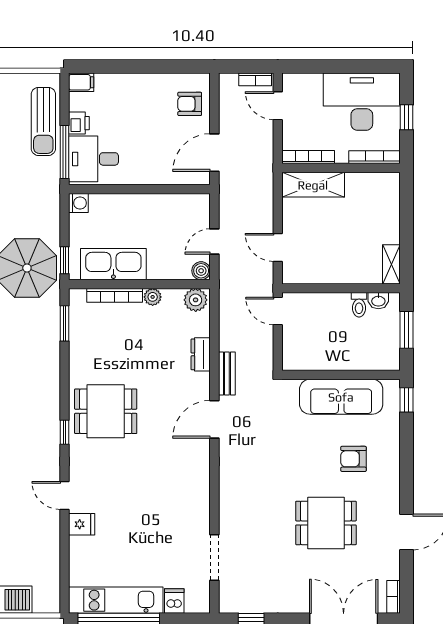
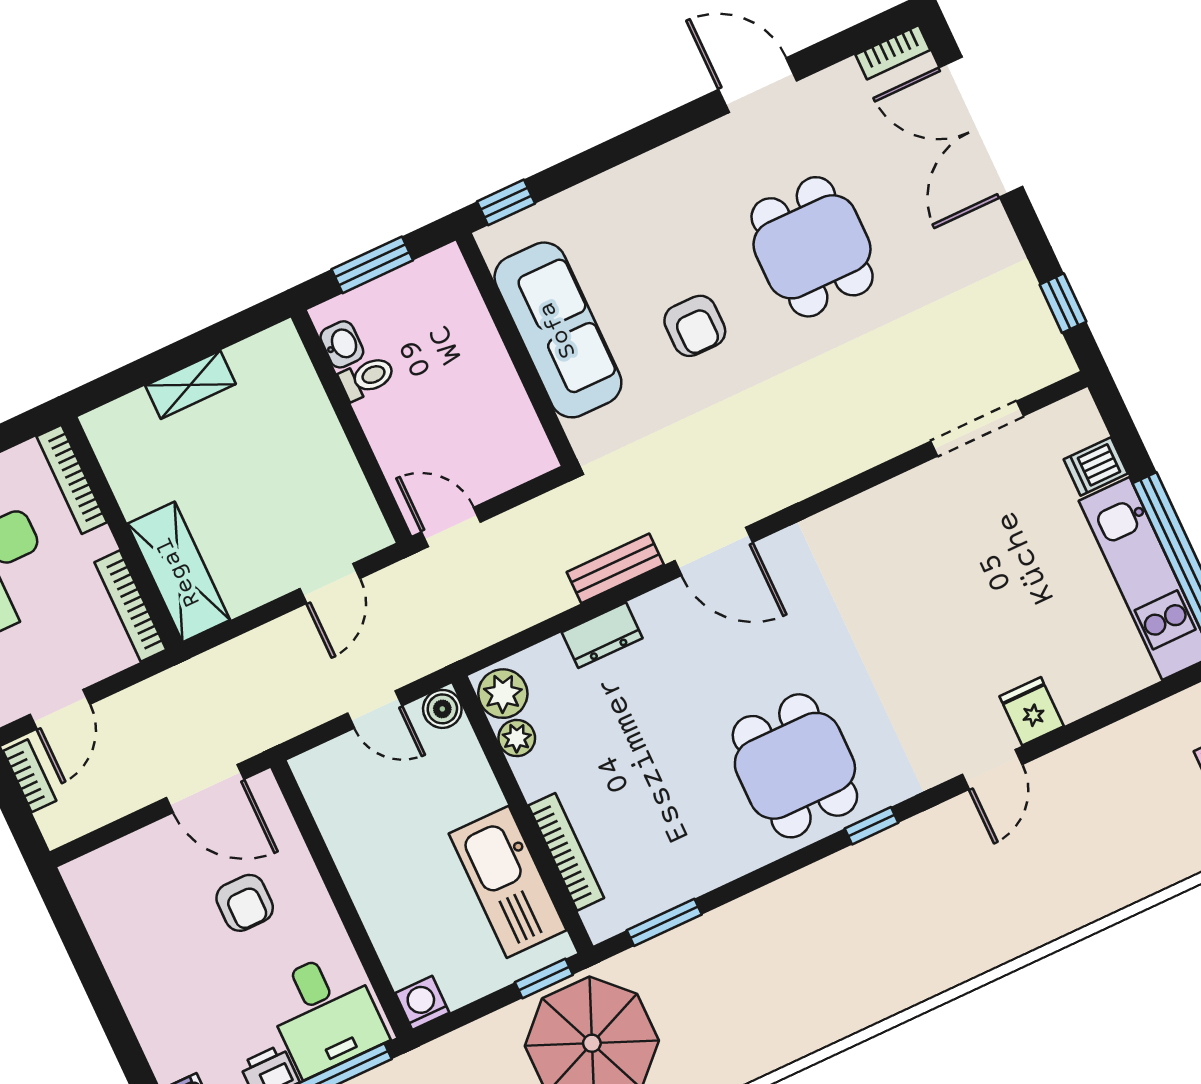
armchair: (190, 104) -> (245, 903), moved
shelving: (391, 264) -> (191, 385), moved
plant: (153, 297) -> (517, 738), moved
door: (278, 311) -> (451, 527), swing flipped
armchair: (354, 459) -> (695, 326), moved

